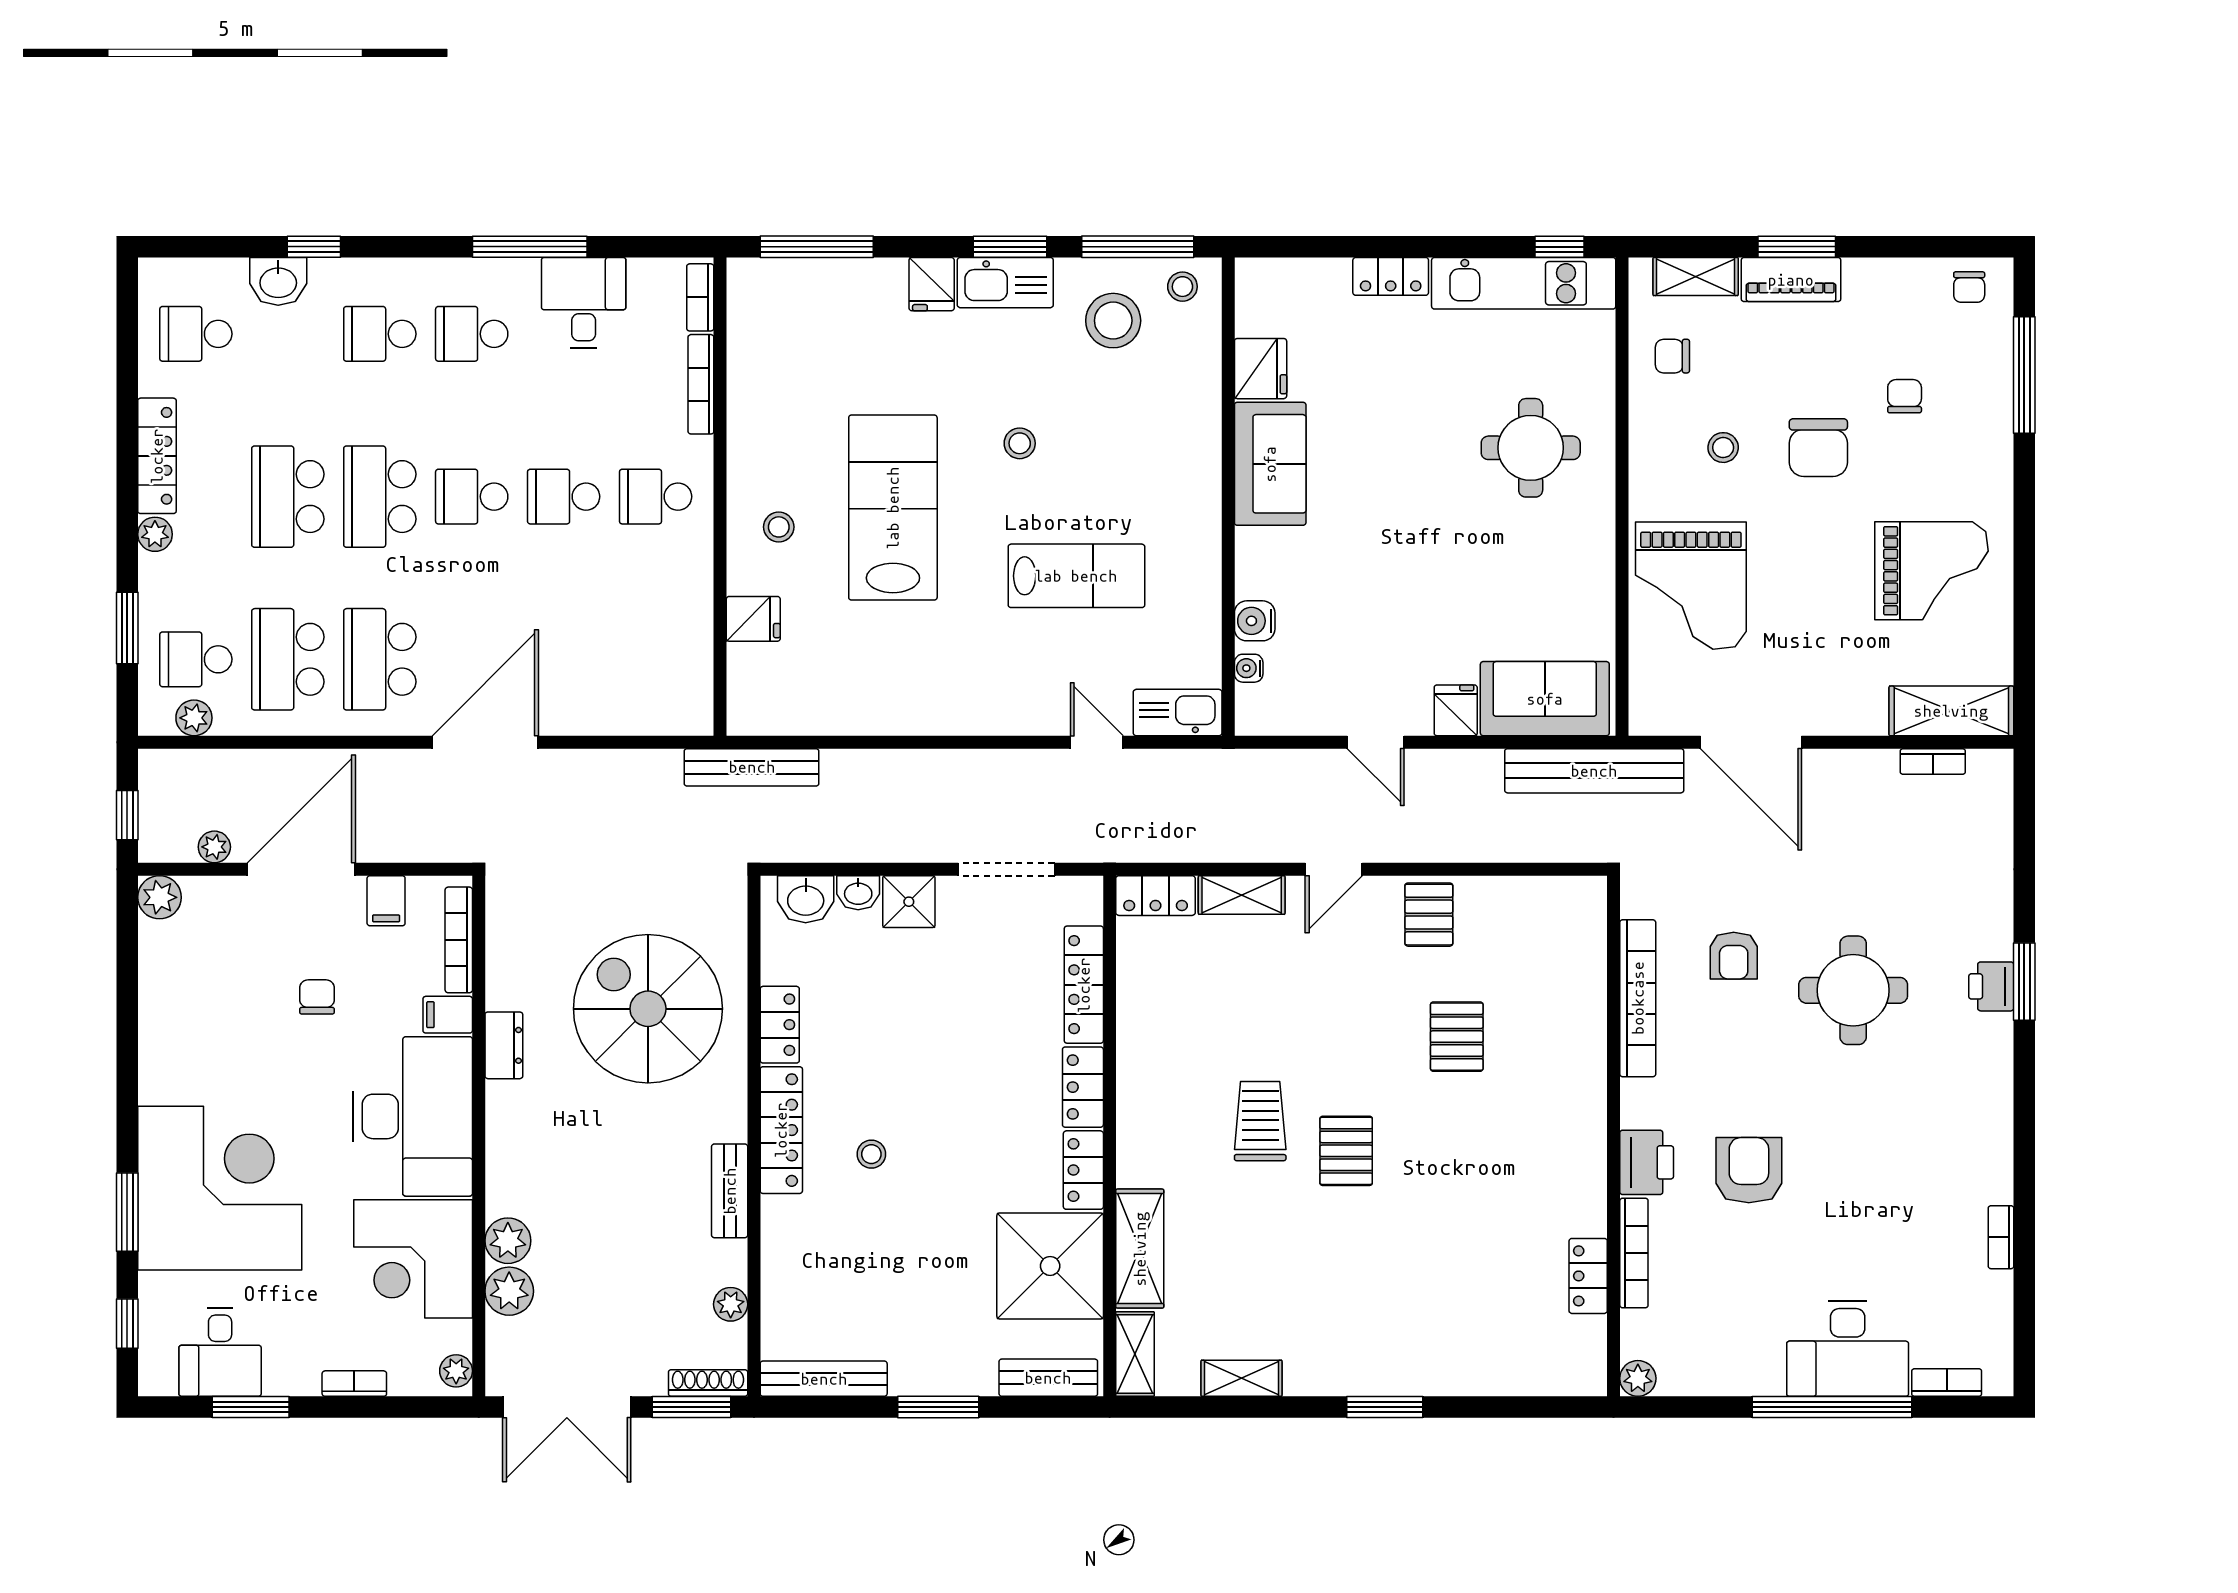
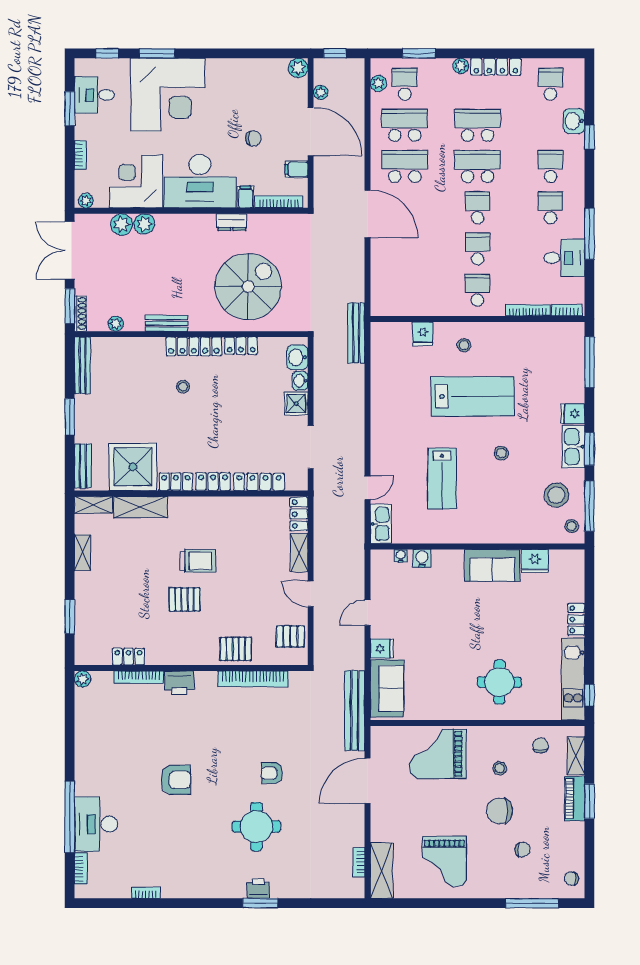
bookcase: (1638, 998) -> (253, 679), moved
wall: (1614, 1136) -> (191, 668), moved
printer: (1647, 1162) -> (179, 683), moved
bookcase: (1634, 1253) -> (139, 677), moved
locker: (1588, 1276) -> (128, 657), moved
plant: (1638, 1378) -> (83, 679), moved

